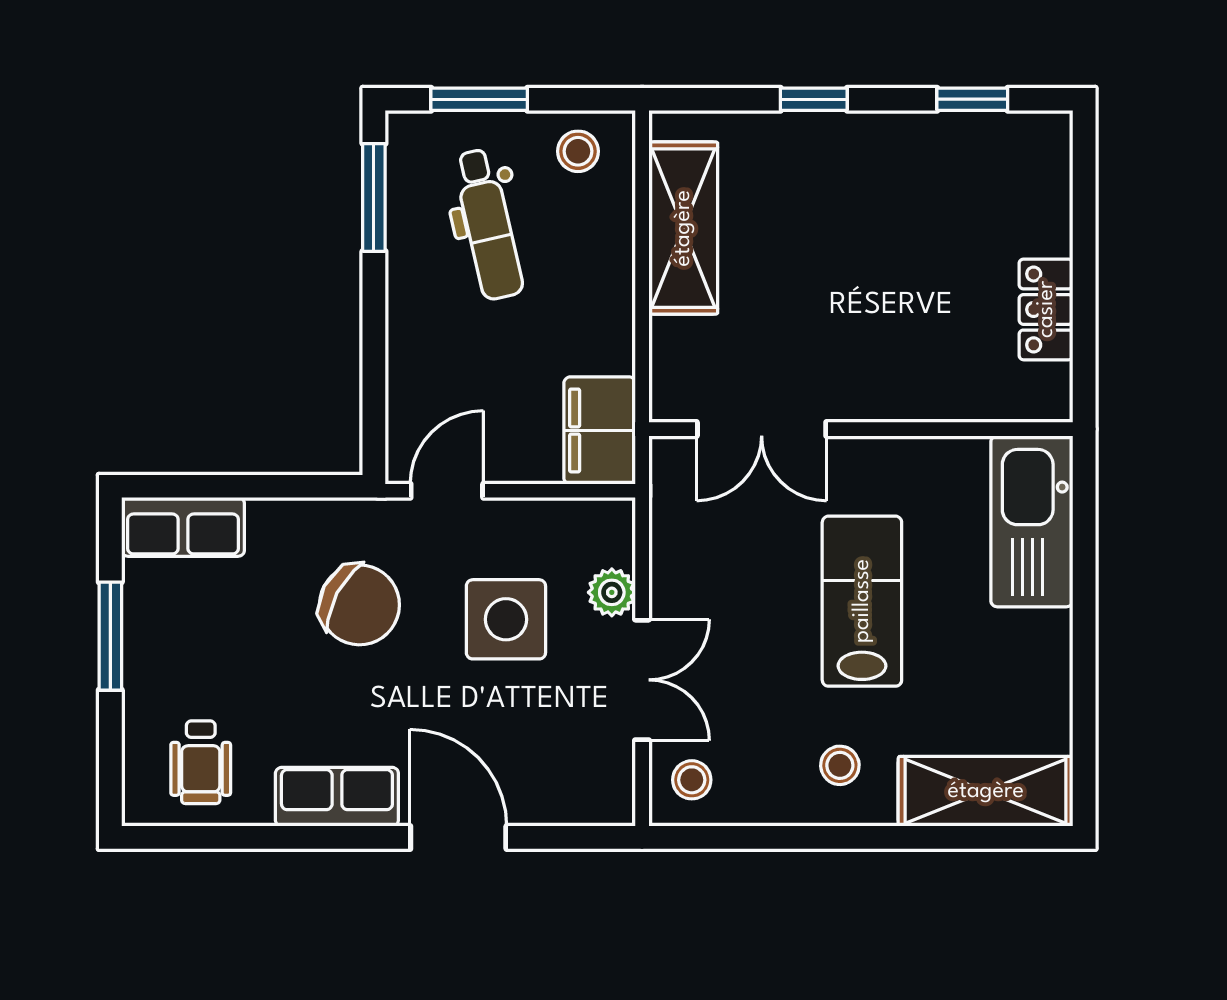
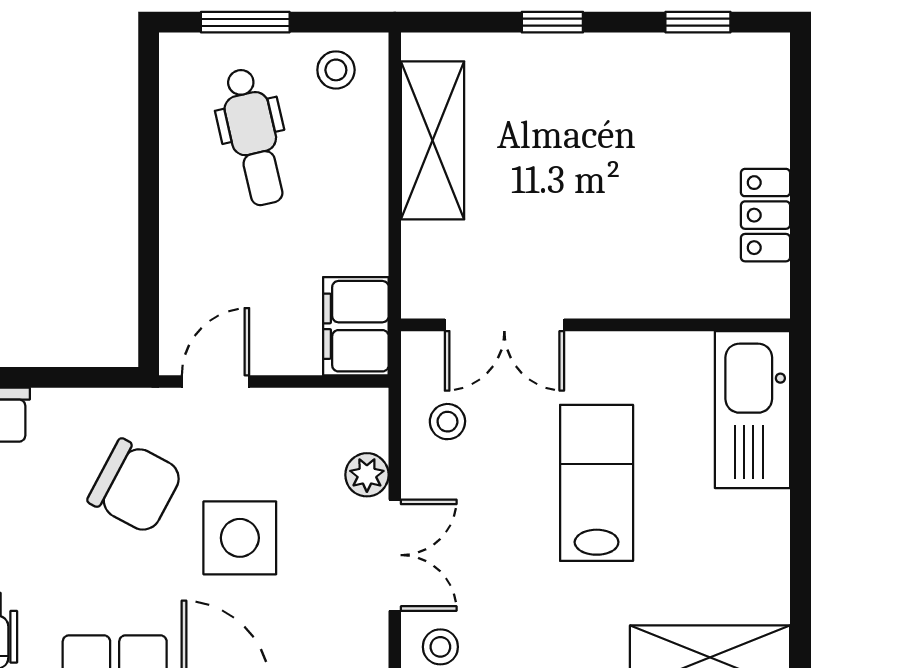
window: (374, 197) -> (149, 112), removed
side table: (506, 619) -> (240, 538), moved
stool: (840, 765) -> (447, 422), moved

